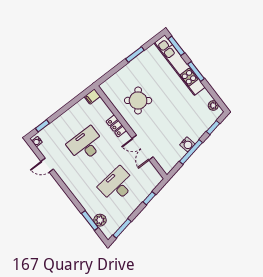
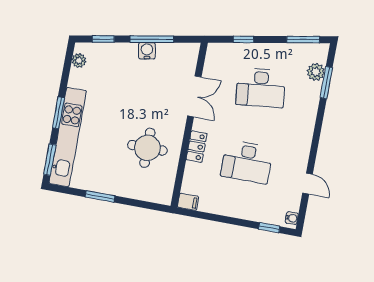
round table: (138, 101) -> (147, 148), turned -38

